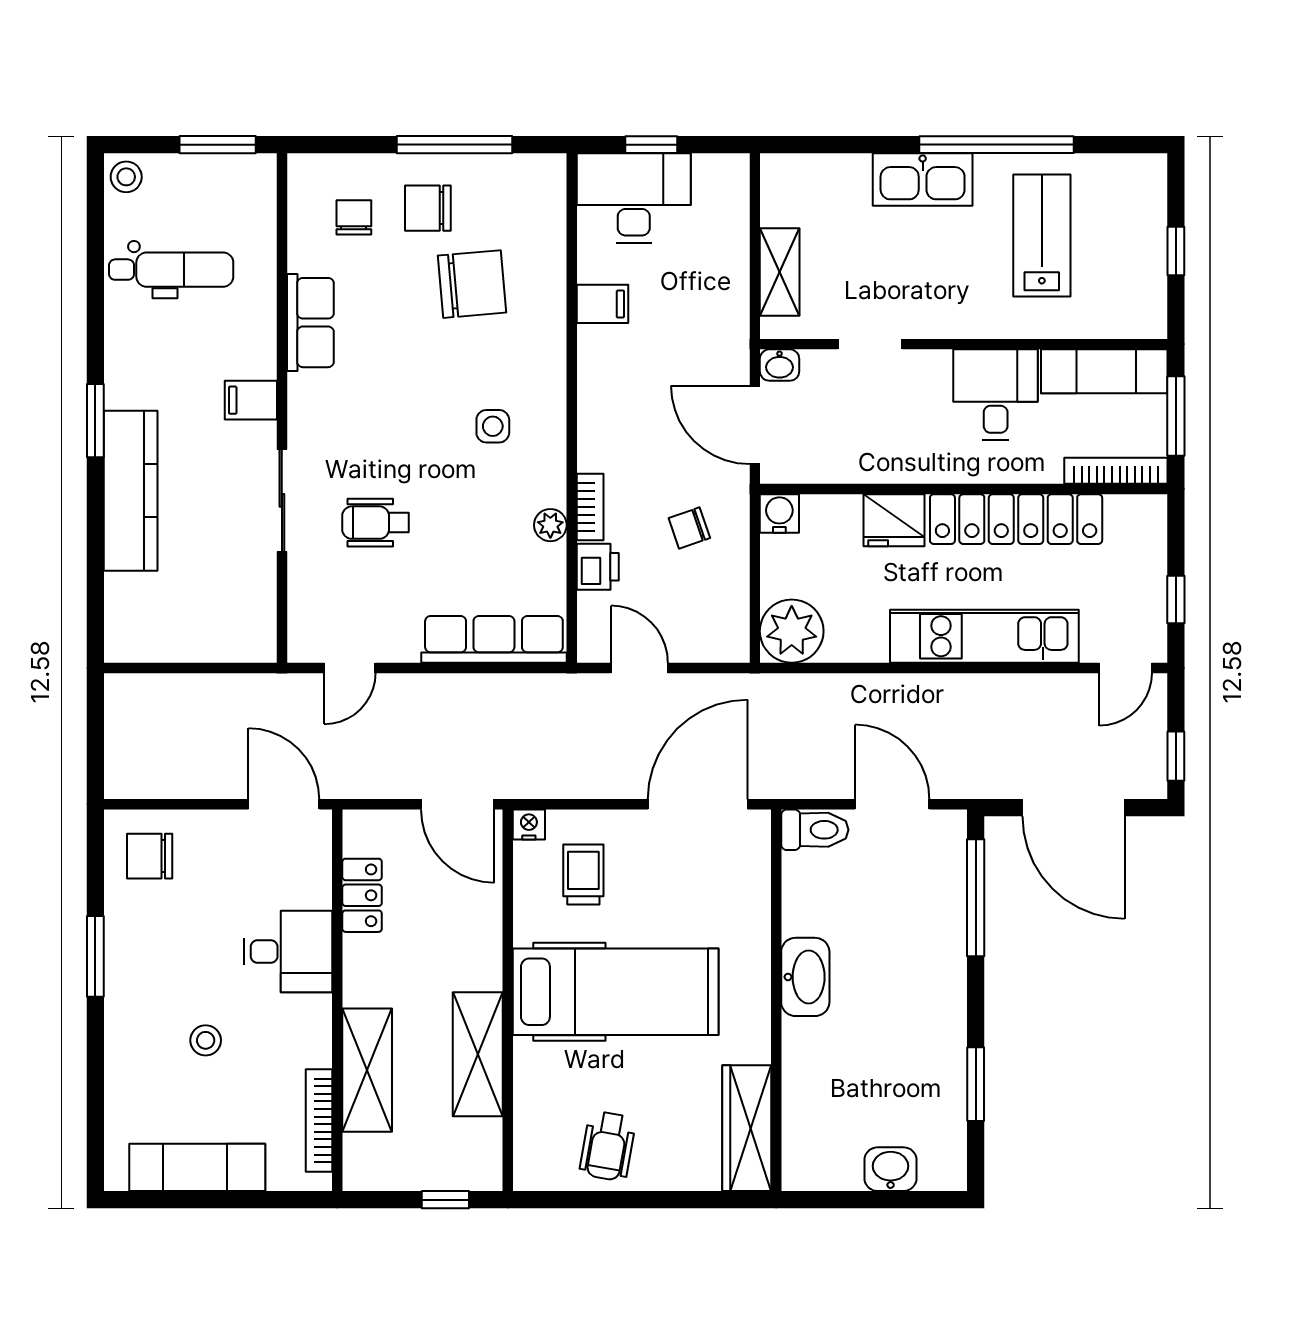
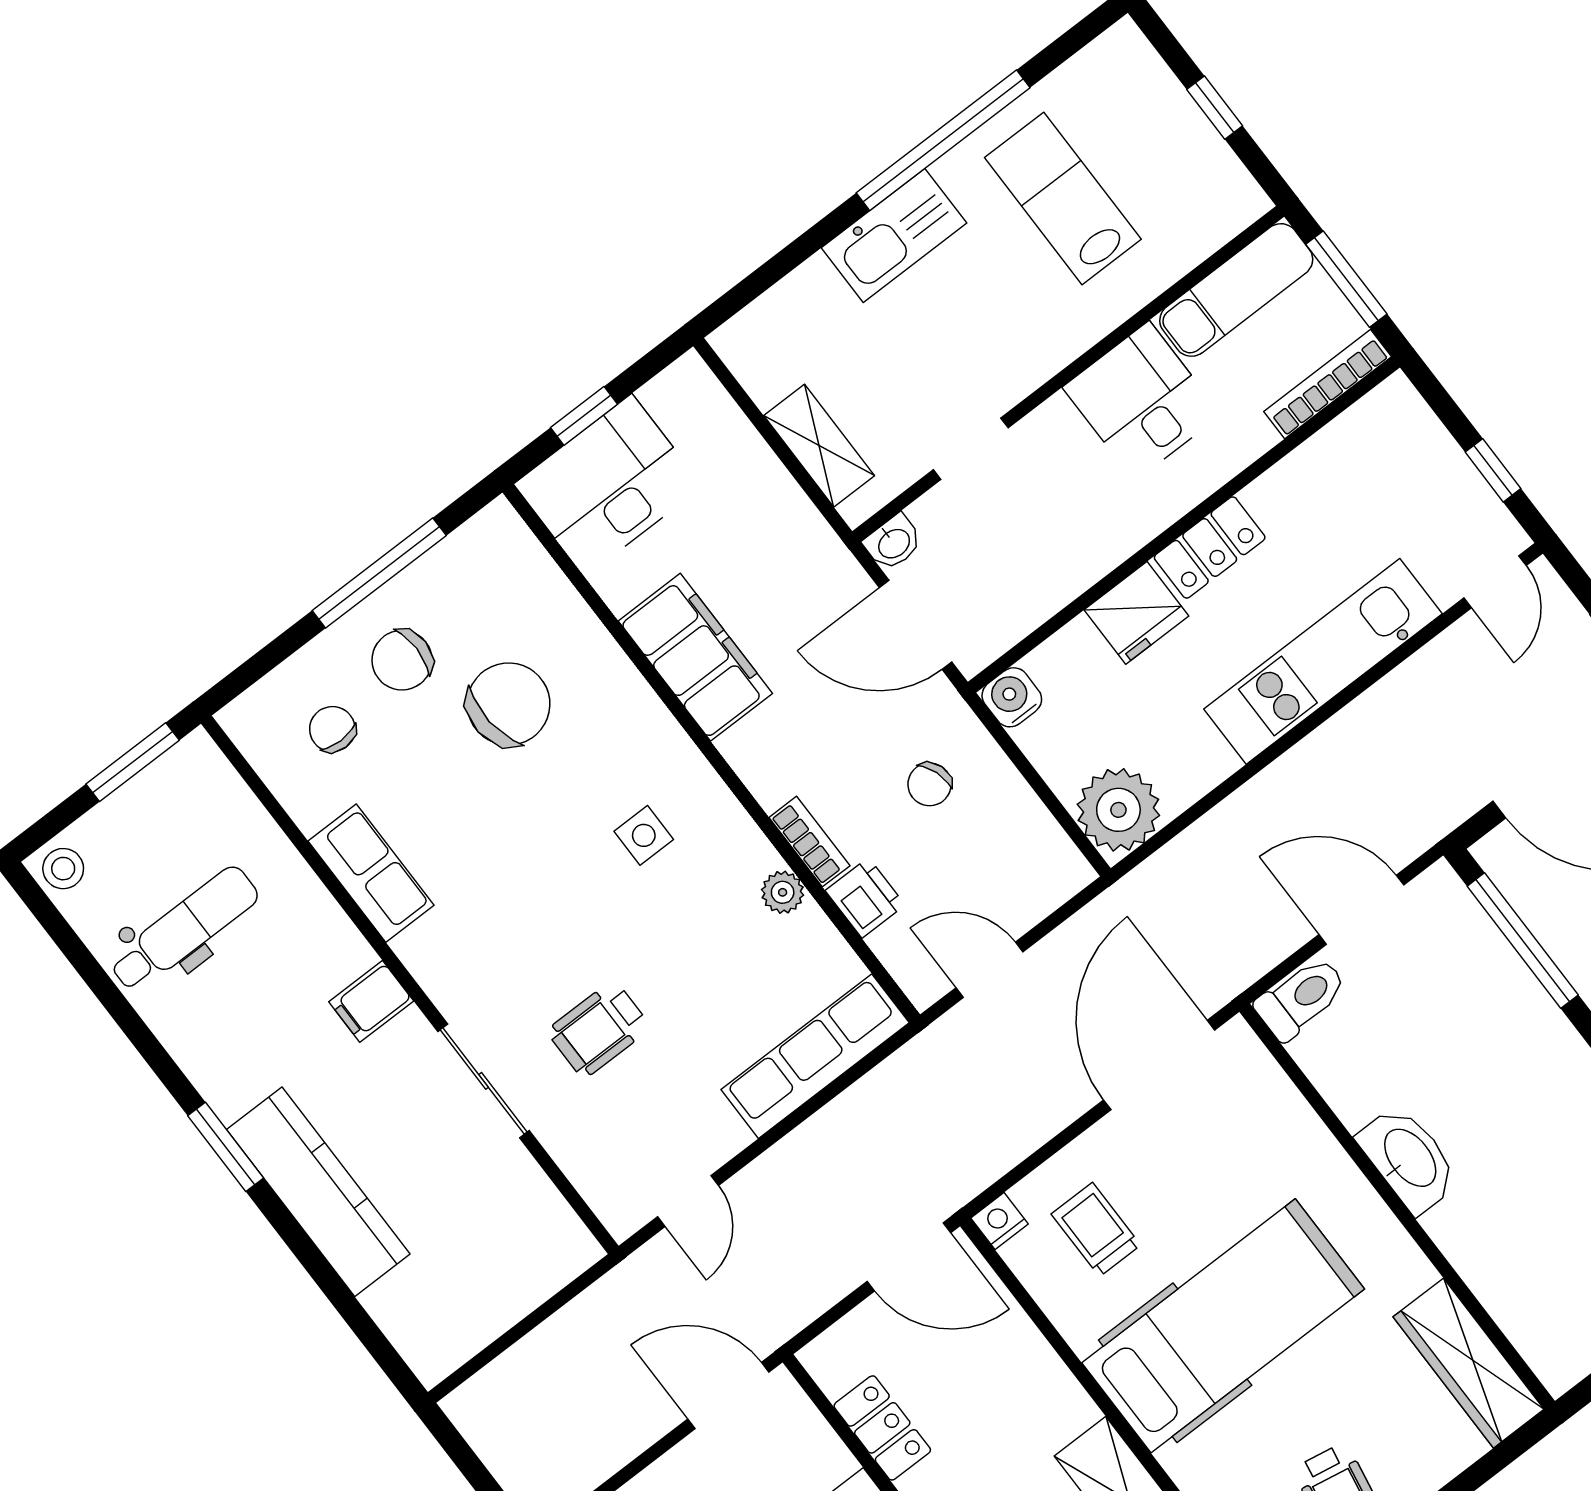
filing cabinet: (602, 304) -> (695, 657), width x3.00, depth x1.17
locker: (1016, 519) -> (1210, 548), width x0.46, depth x0.83

